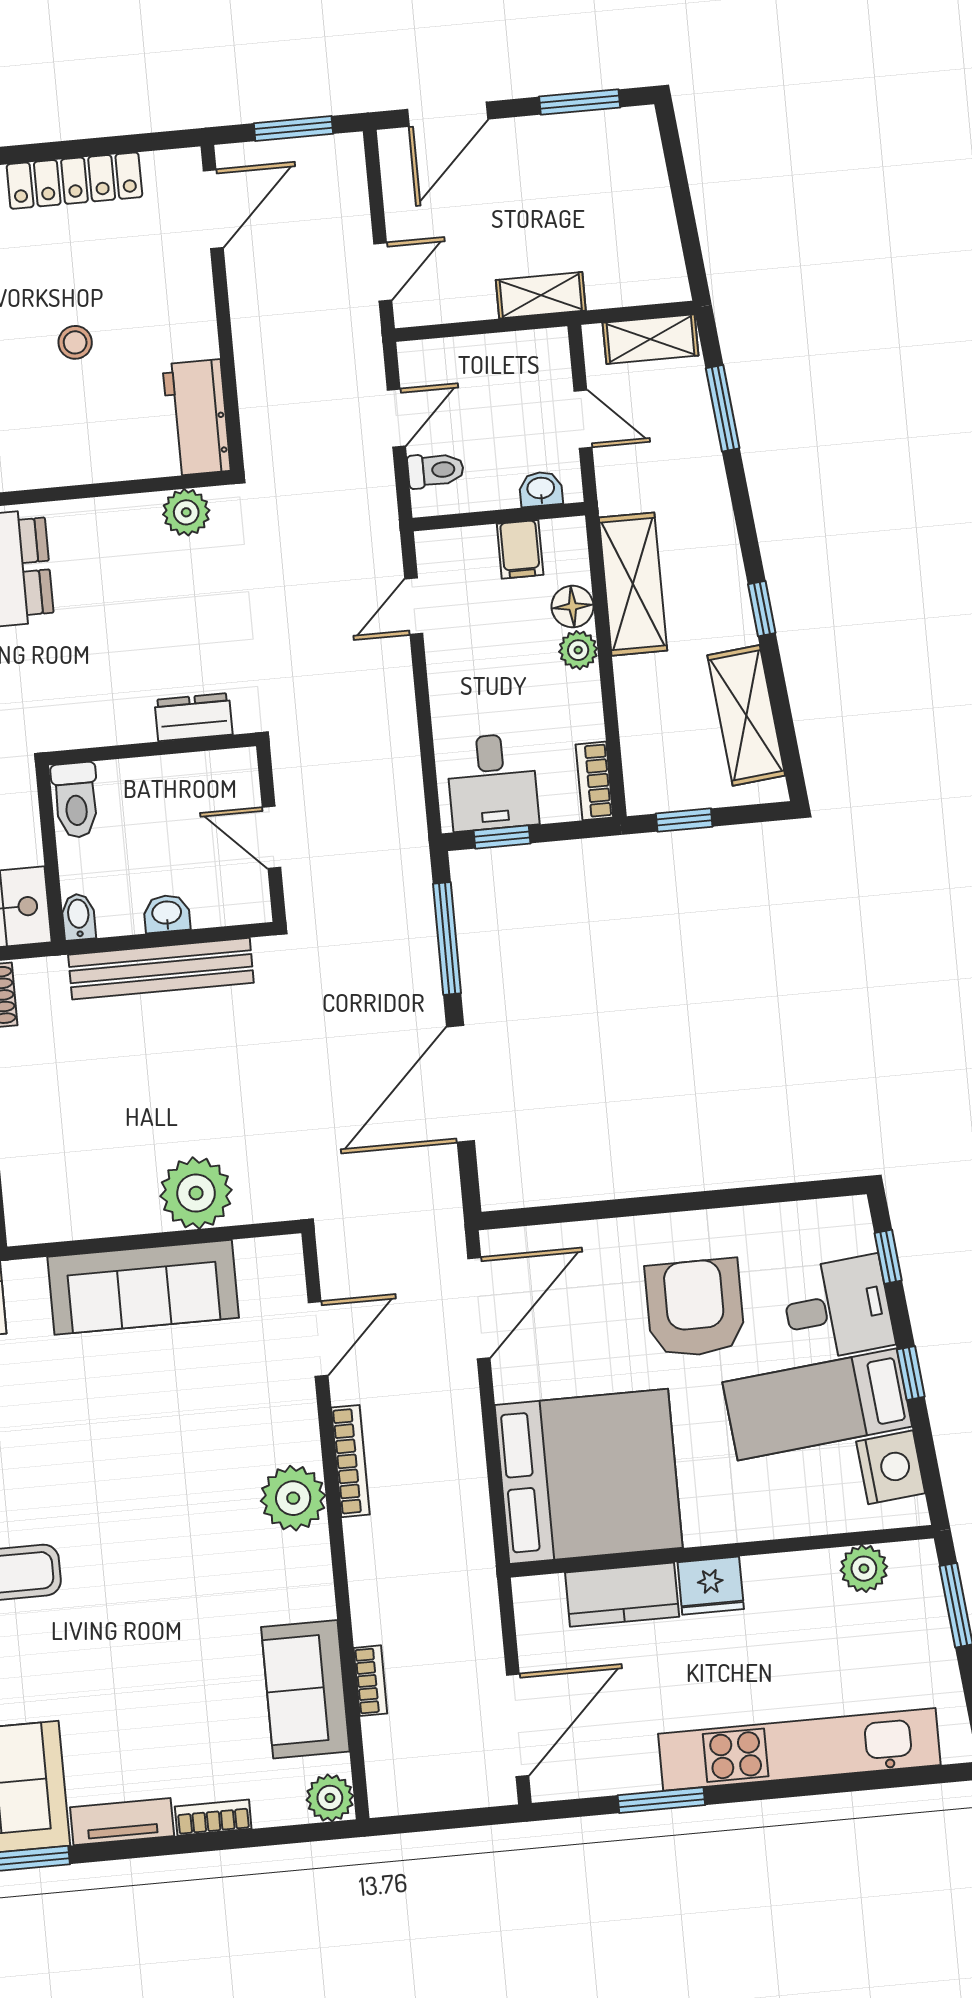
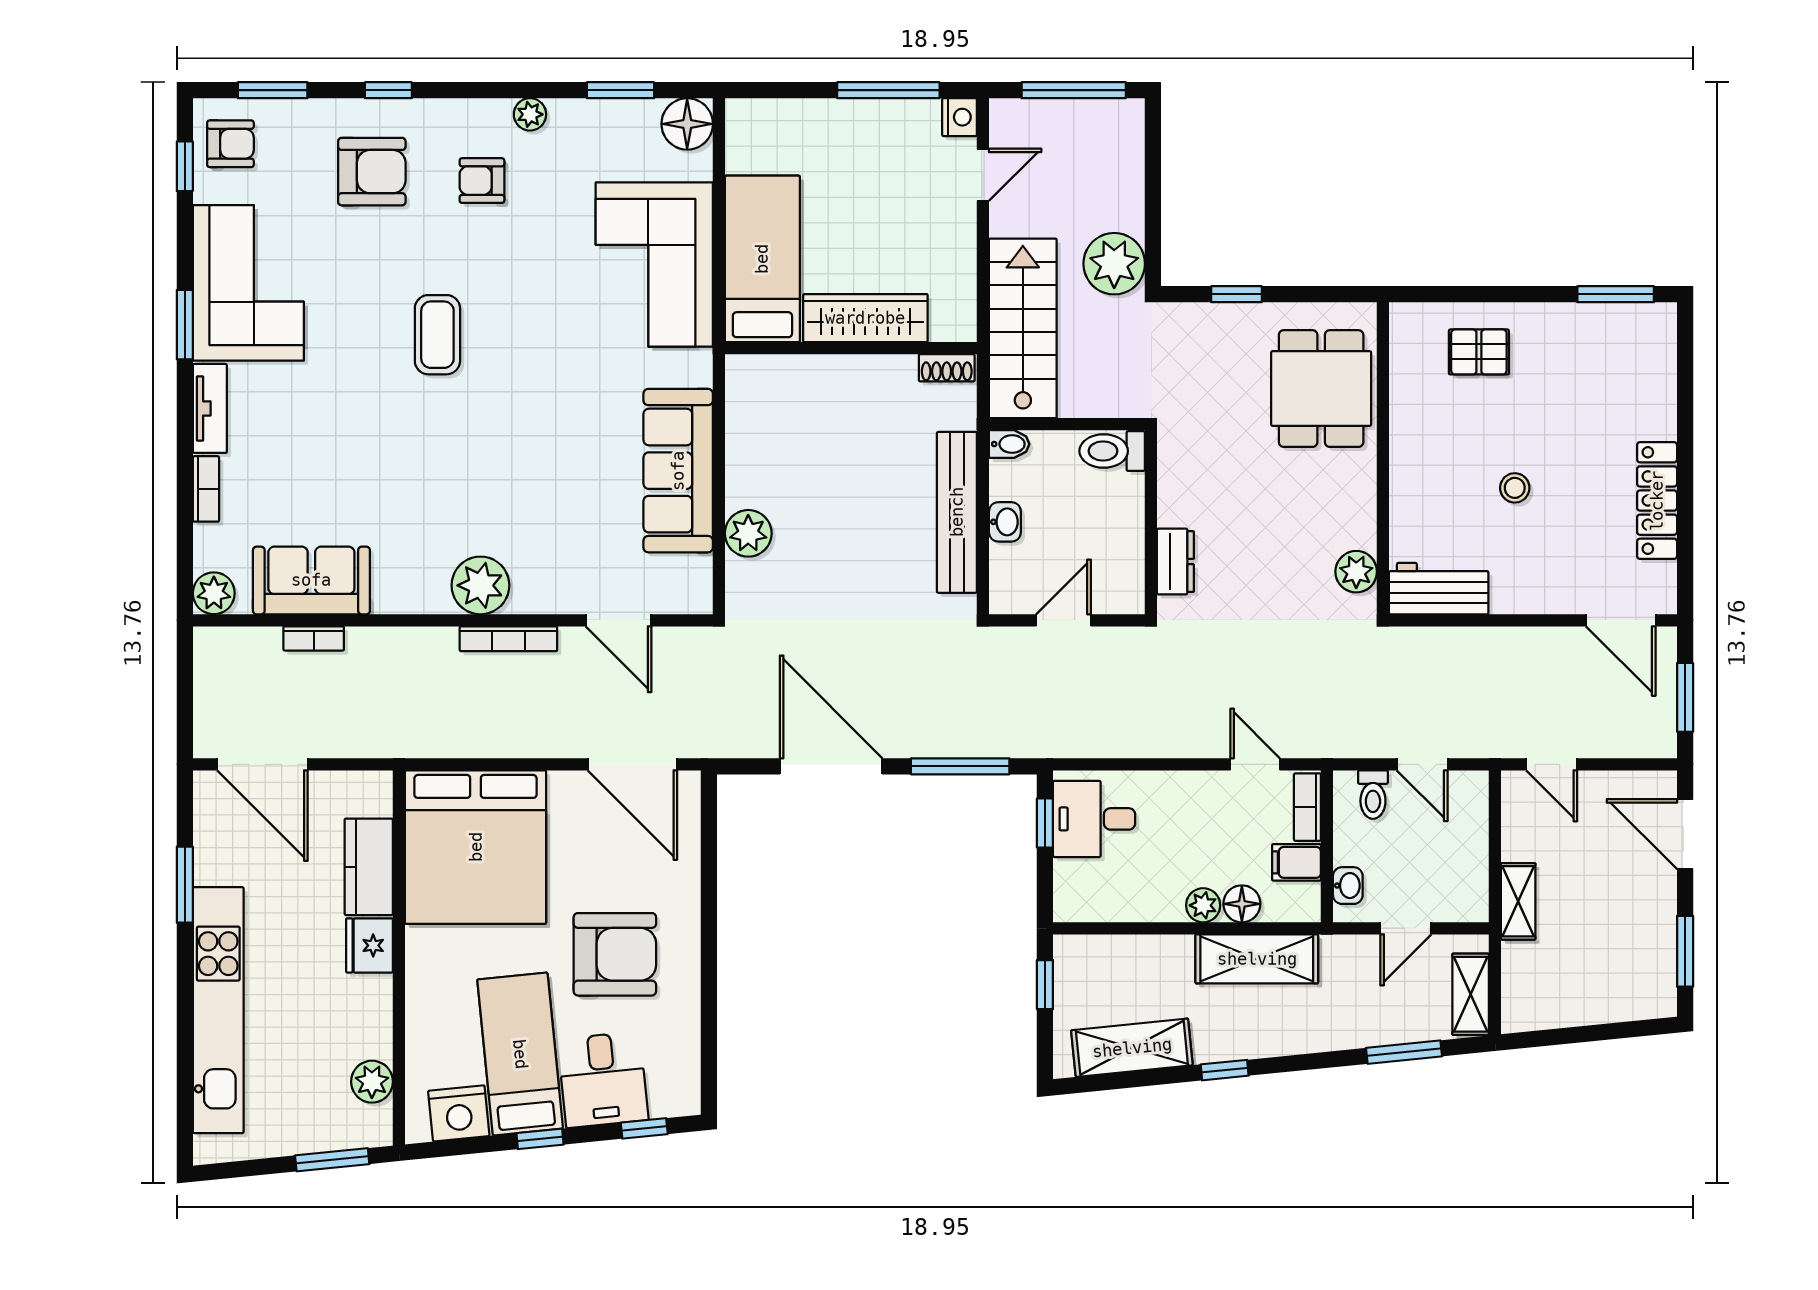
bookcase: (594, 781) -> (1307, 807), moved, turned -90
plant: (196, 1193) -> (748, 533), width x0.73, depth x0.73

